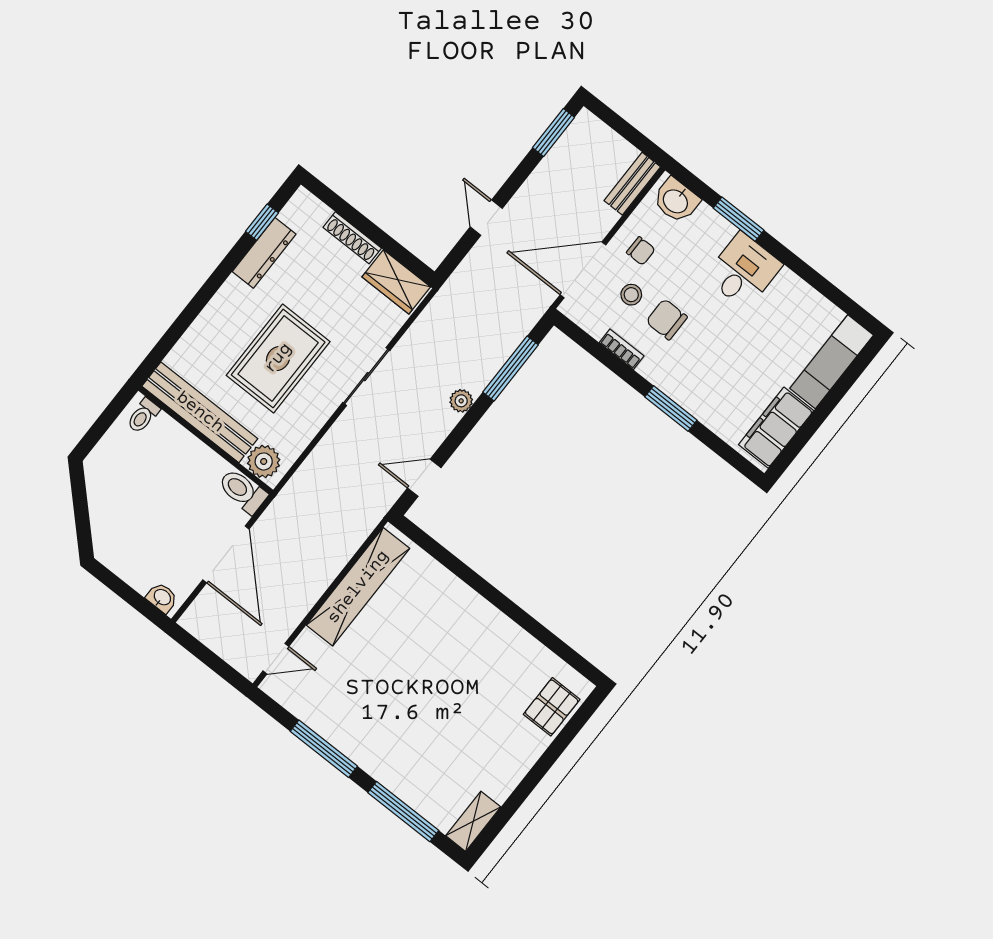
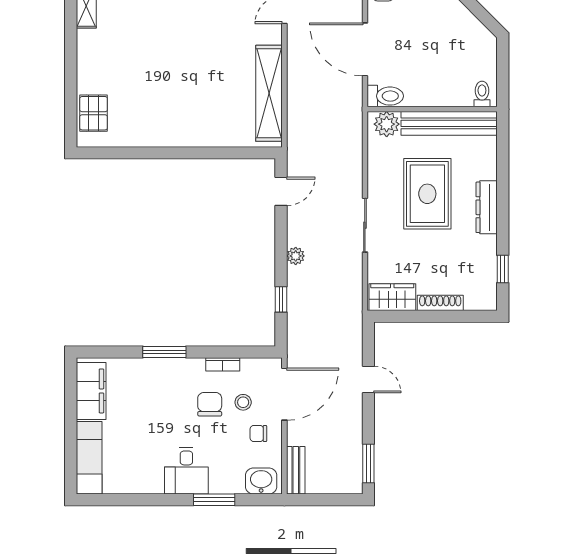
dresser: (264, 253) -> (487, 207), moved
chair: (667, 319) -> (210, 404), turned -90
window: (511, 368) -> (281, 299), width x0.46

